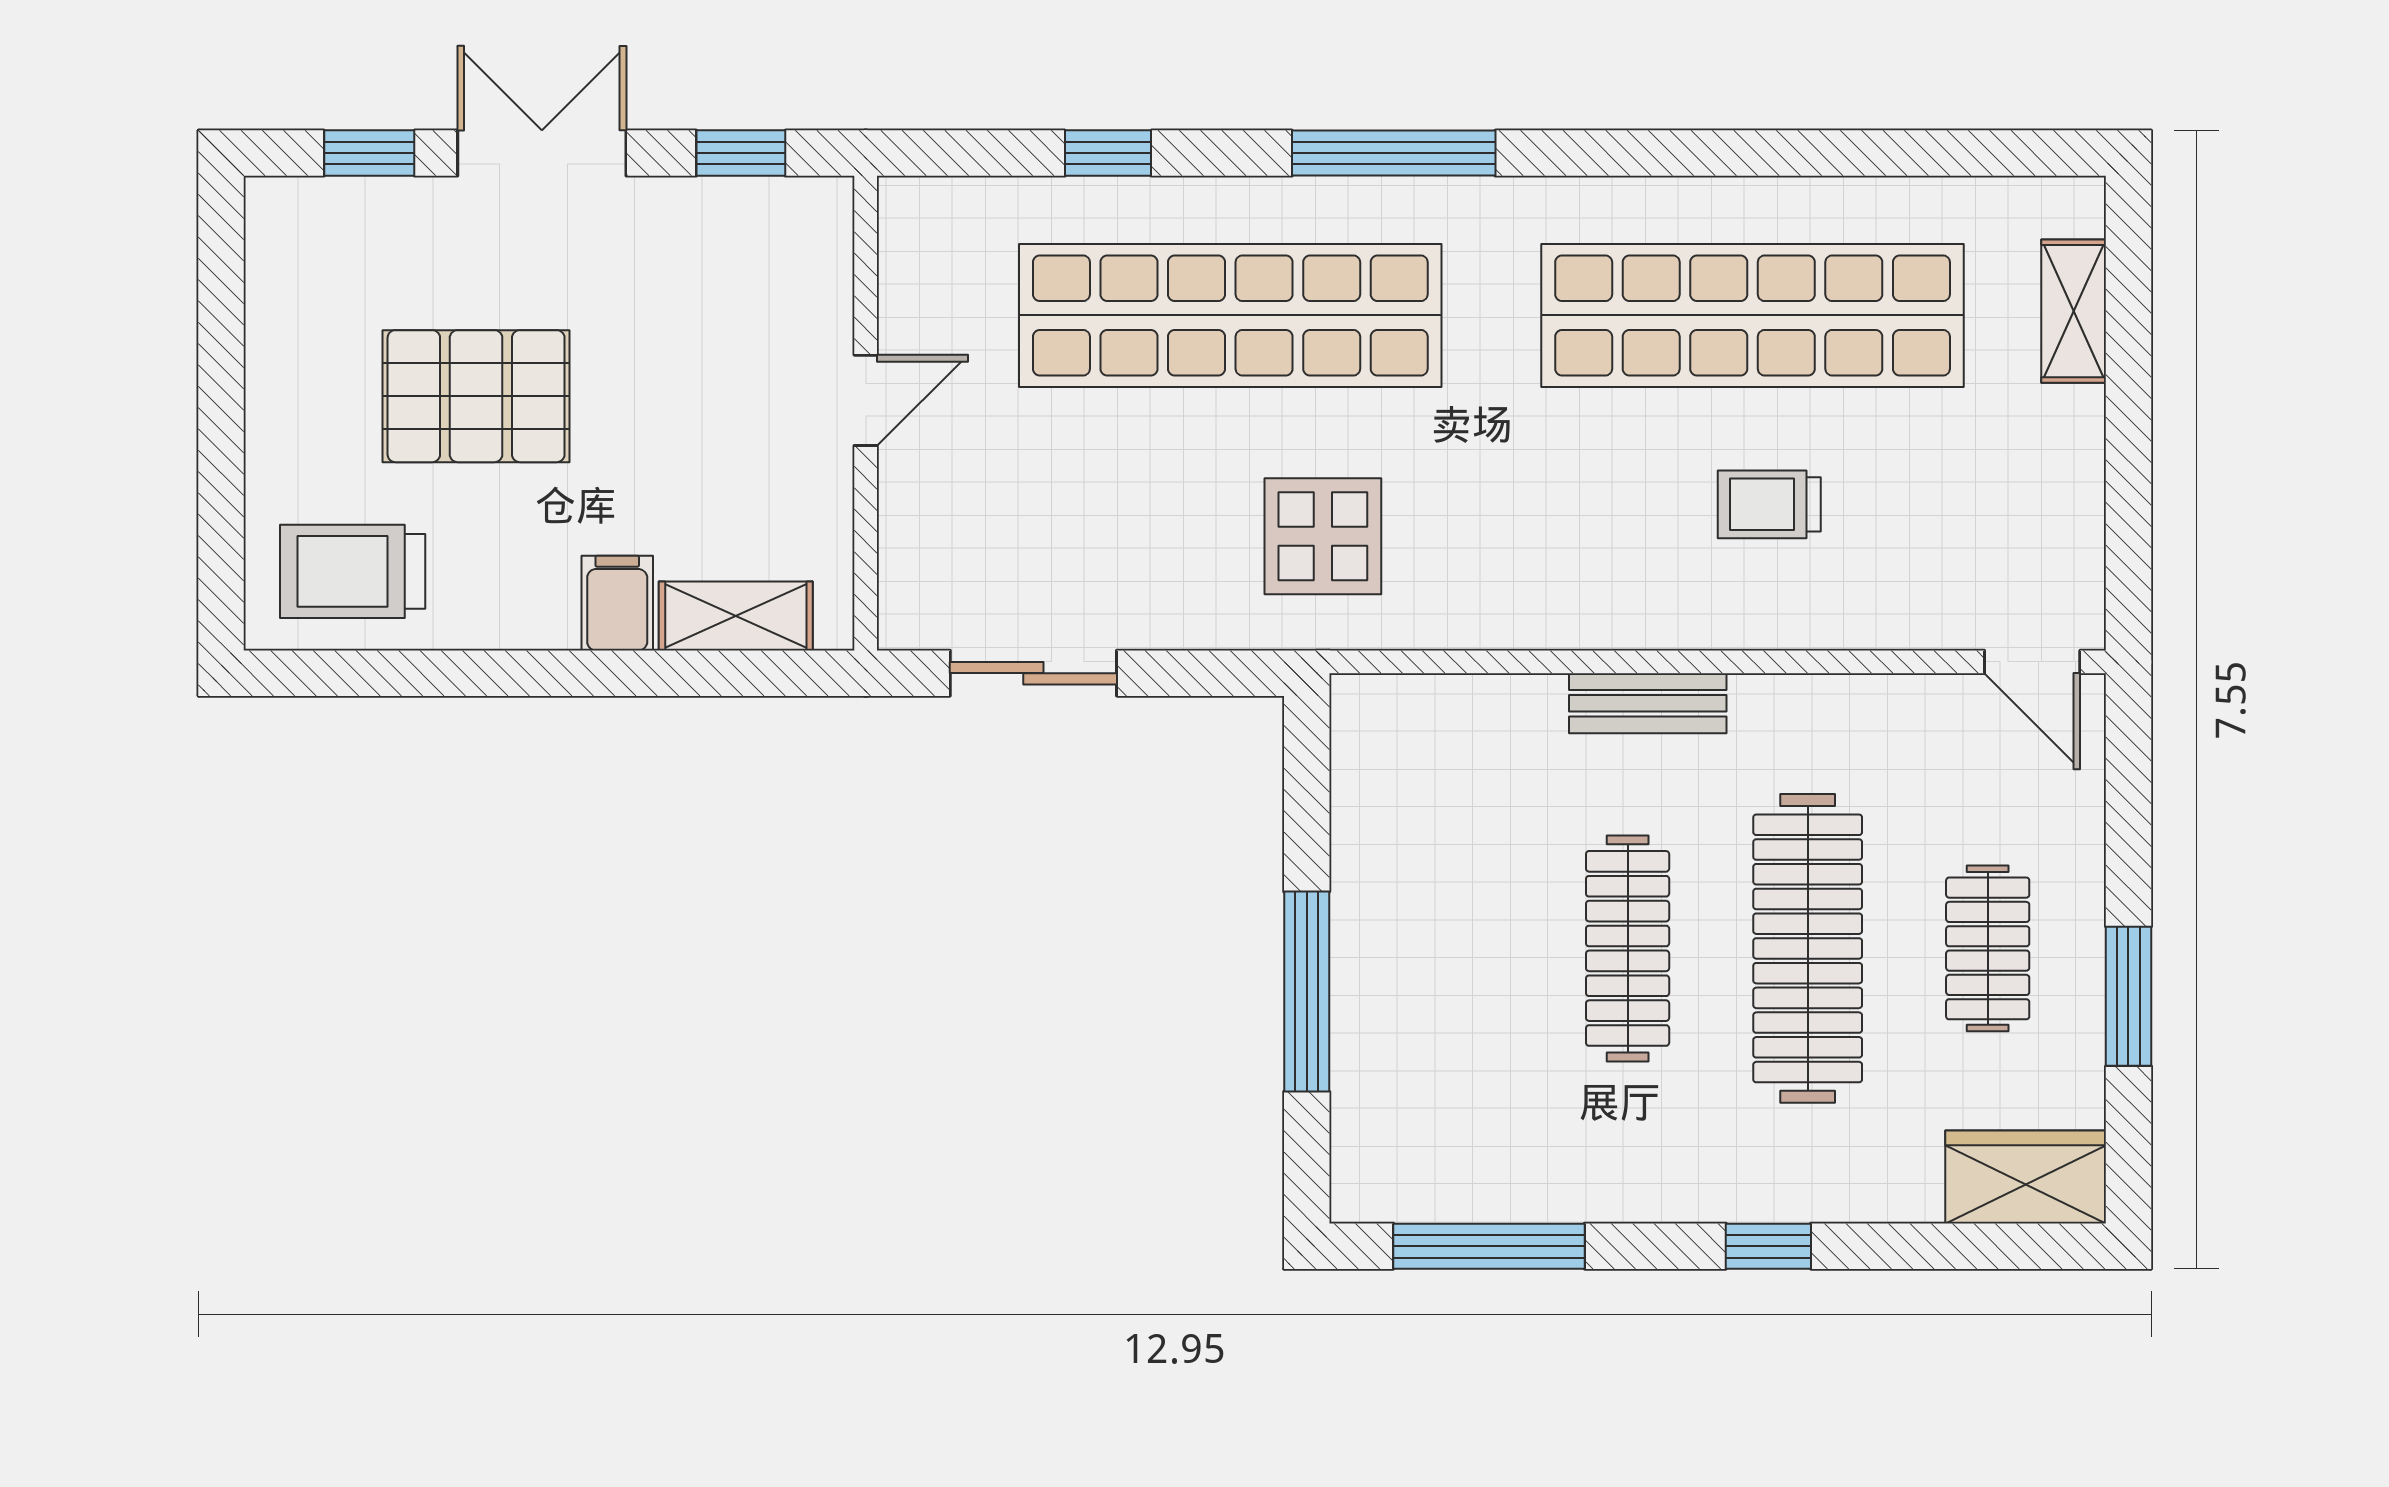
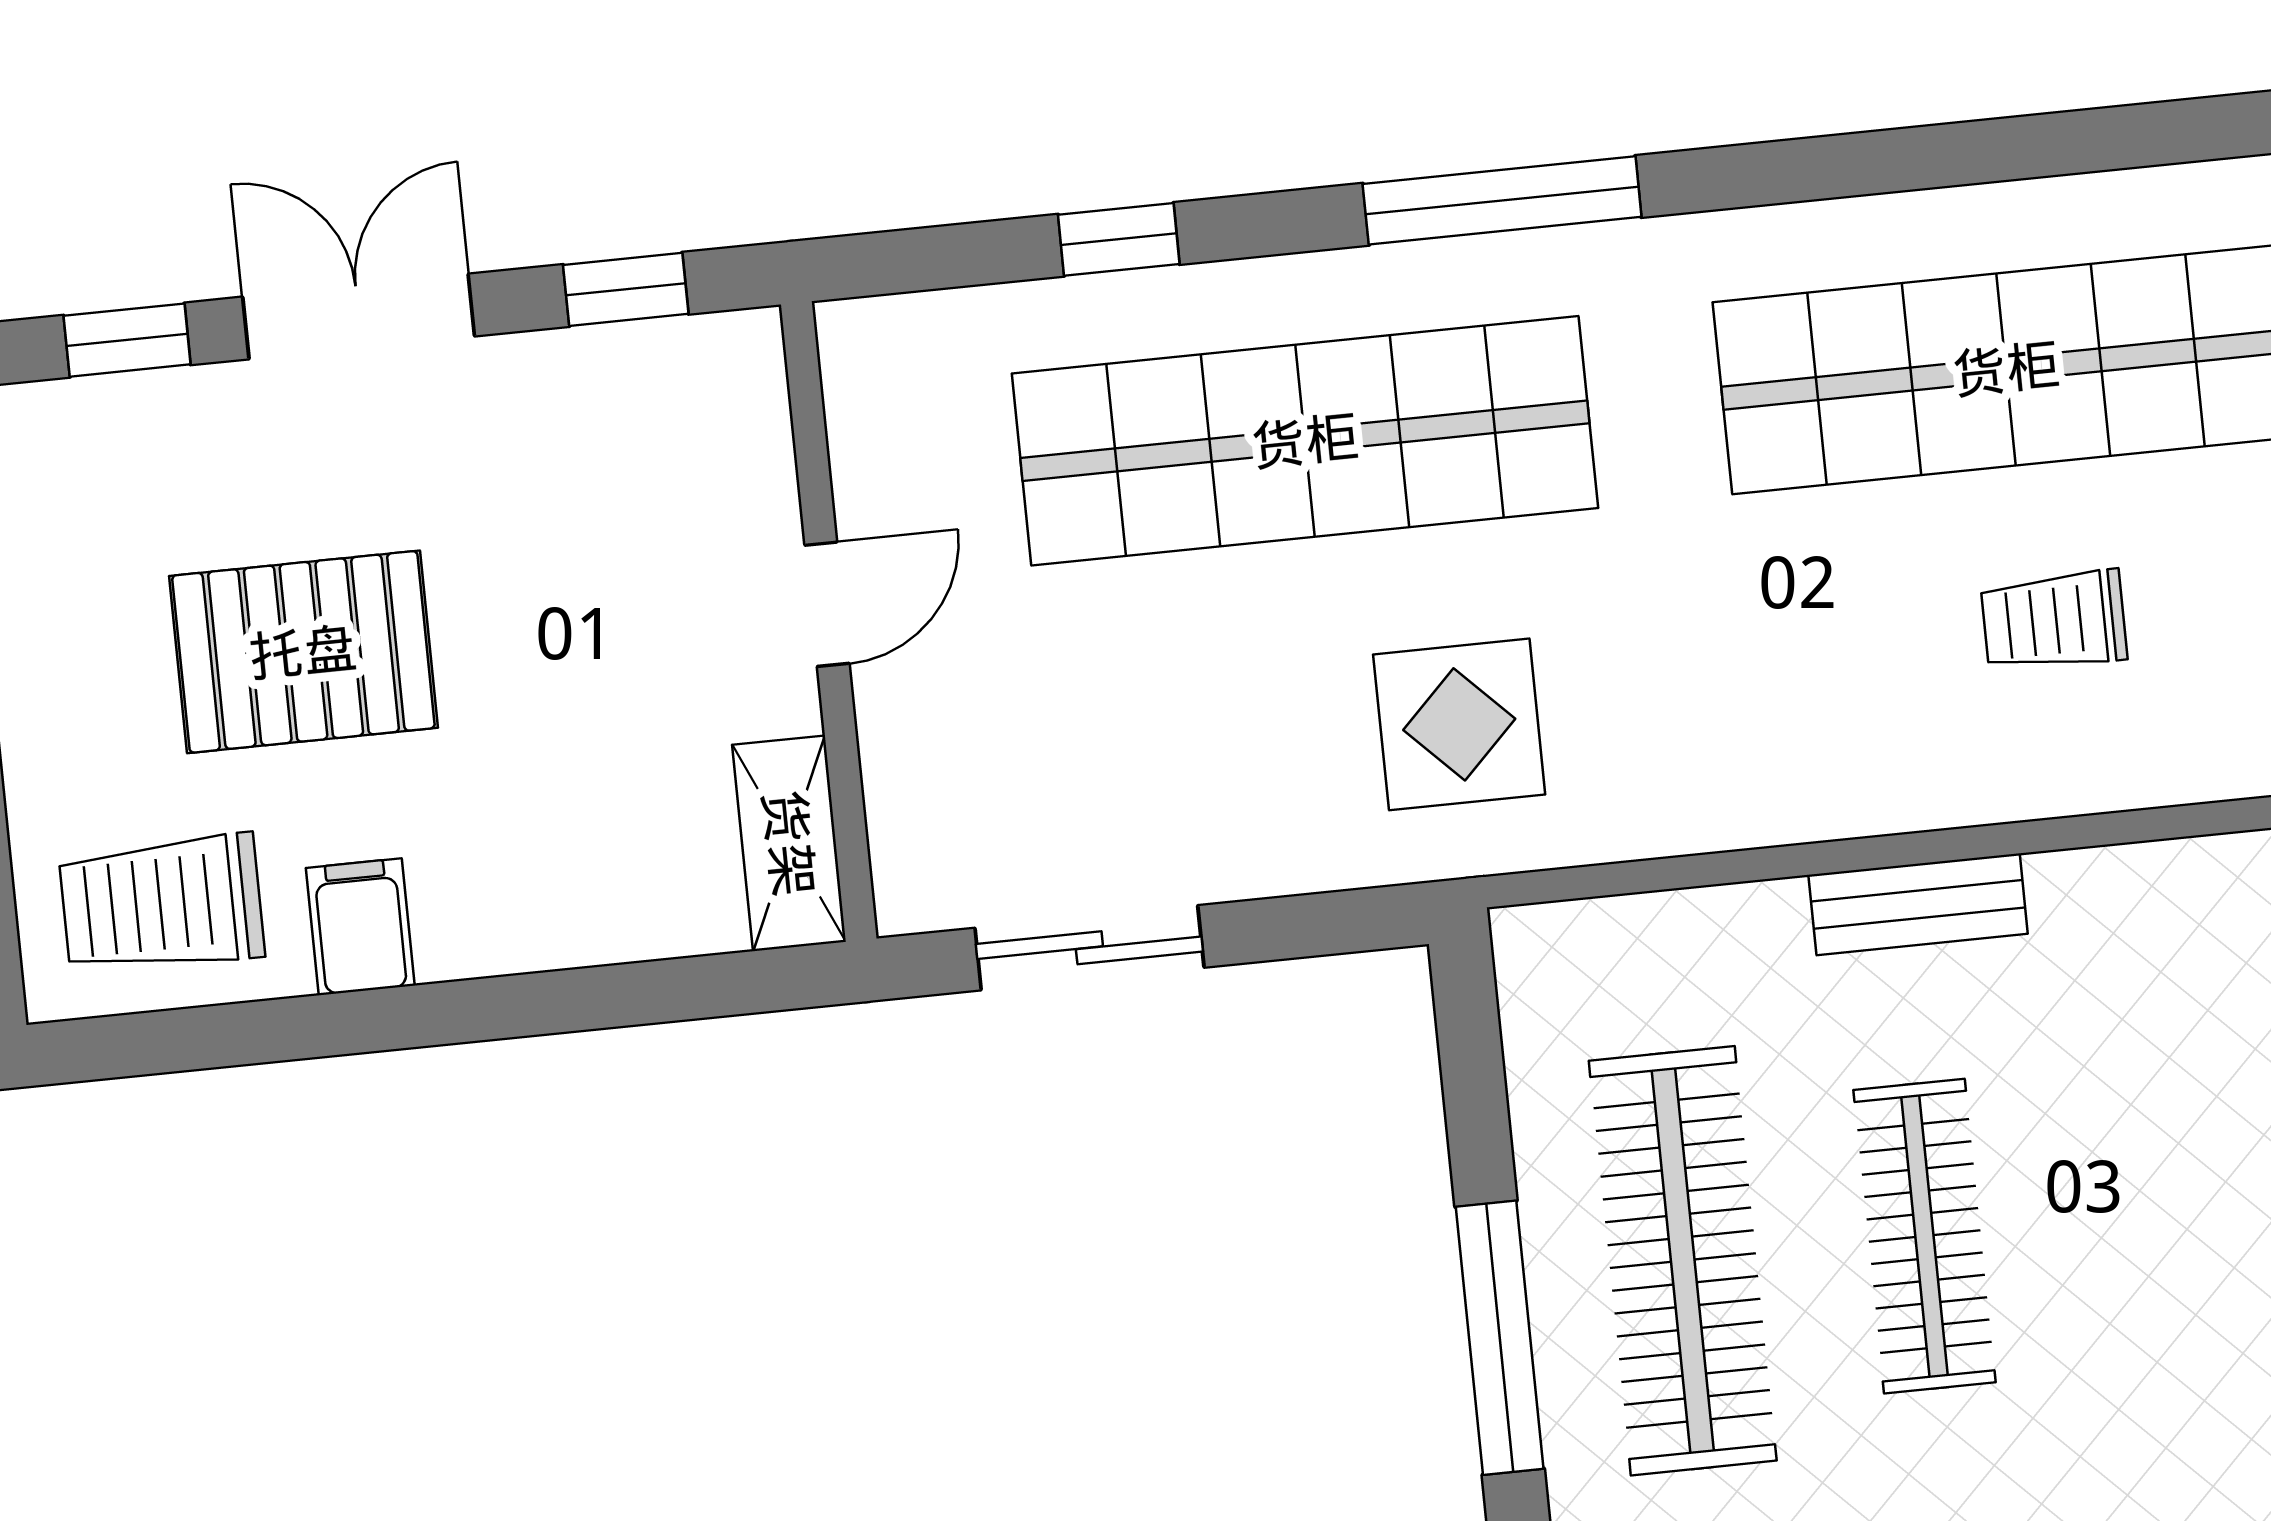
filing cabinet: (617, 603) -> (360, 927), moved
shelving: (736, 616) -> (789, 843), moved, turned 90
clothes rail: (1808, 948) -> (1683, 1261), moved

